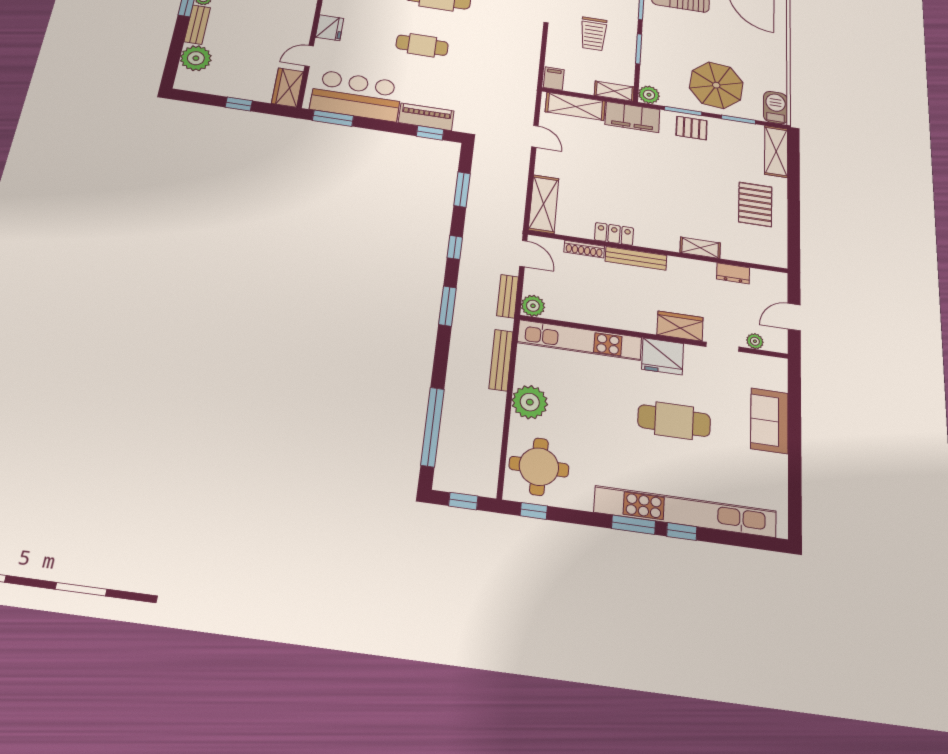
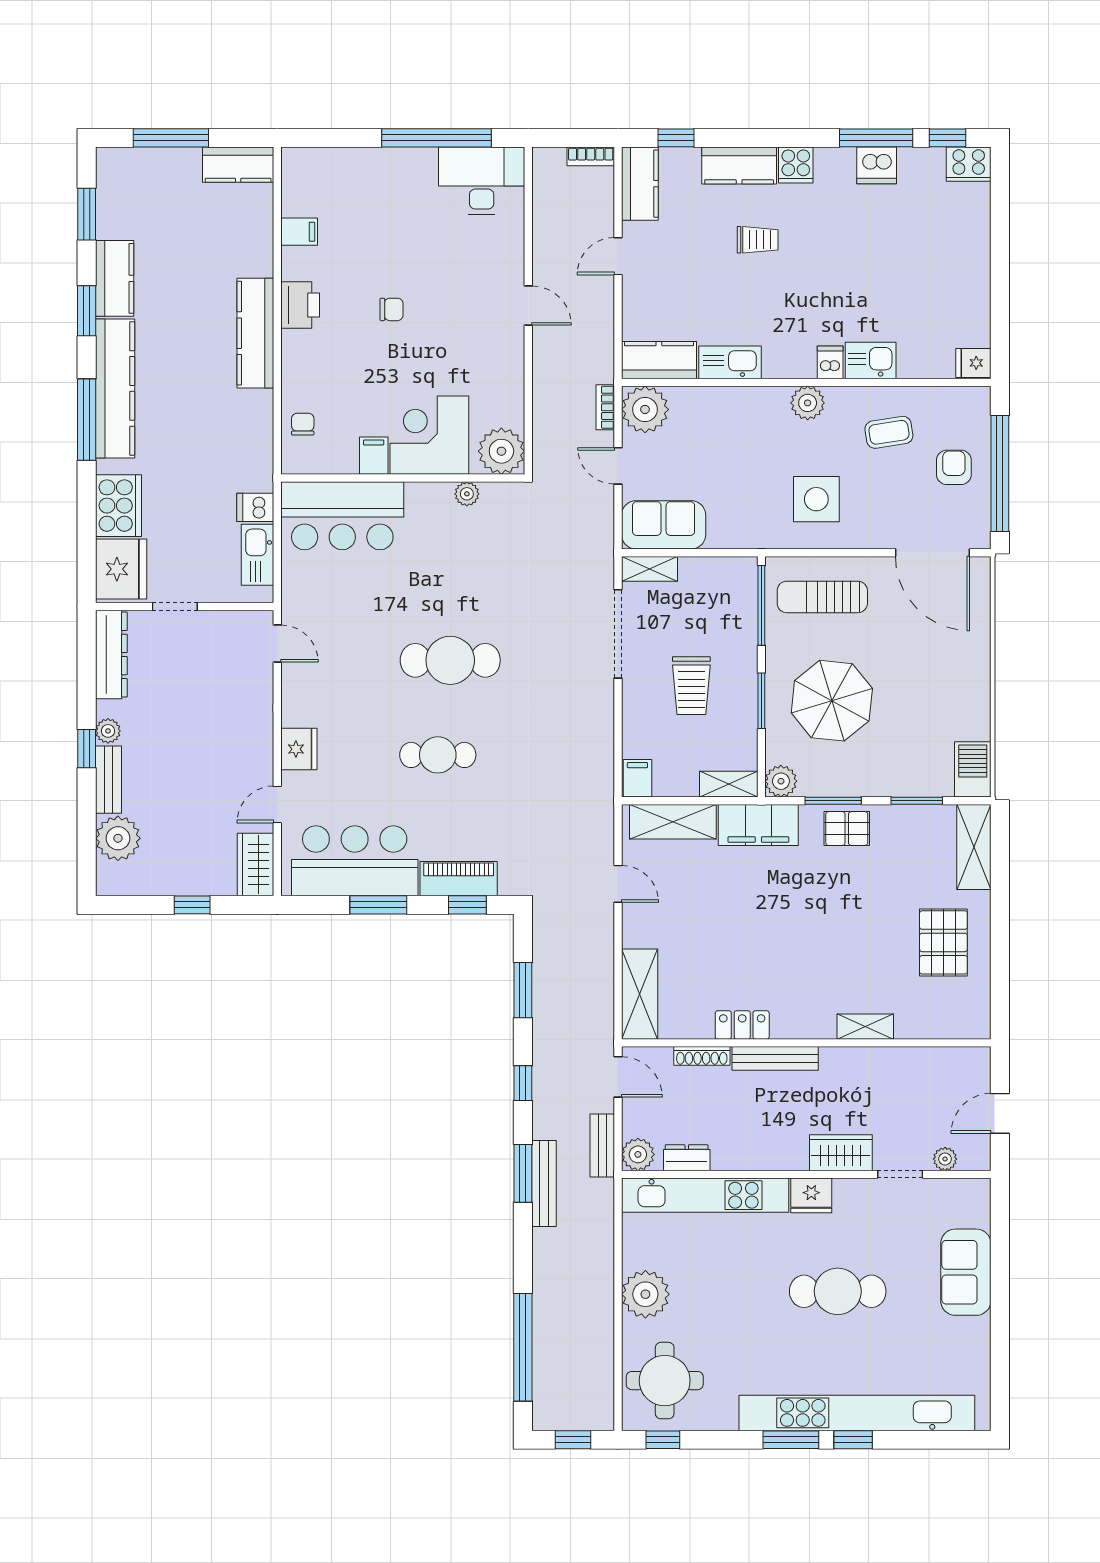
parasol: (716, 85) -> (832, 701), moved
window: (333, 118) -> (378, 905), moved
dresser: (733, 273) -> (687, 1158), moved, turned 180
fridge: (663, 356) -> (811, 1195), width x0.73, depth x0.75
bench: (501, 360) -> (544, 1183), moved

